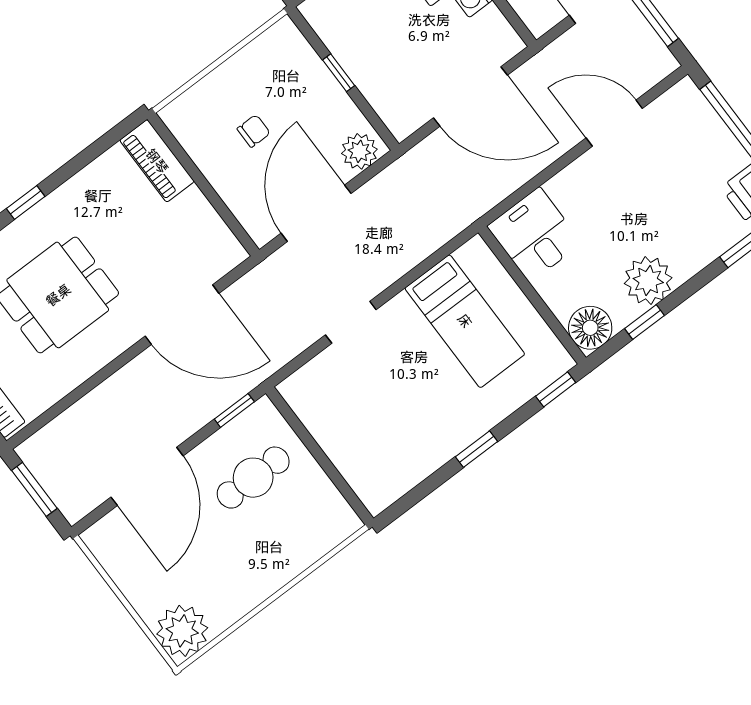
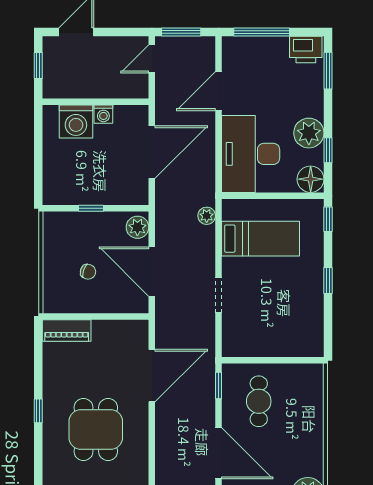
chair: (254, 131) -> (88, 272), turned 108
plant: (442, 229) -> (207, 216), added
desk: (535, 235) -> (251, 154), width x1.87, depth x1.30

